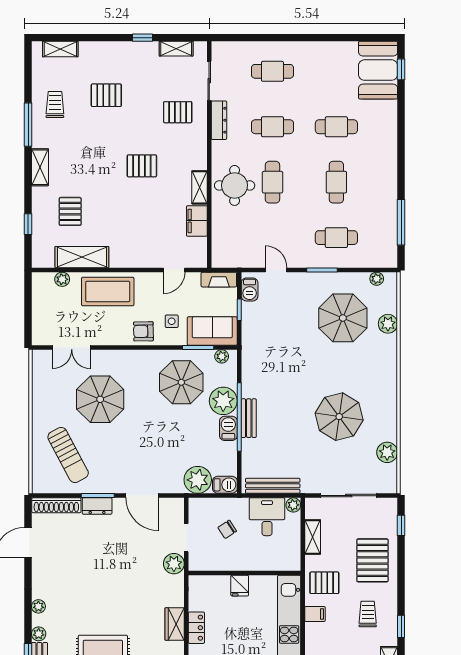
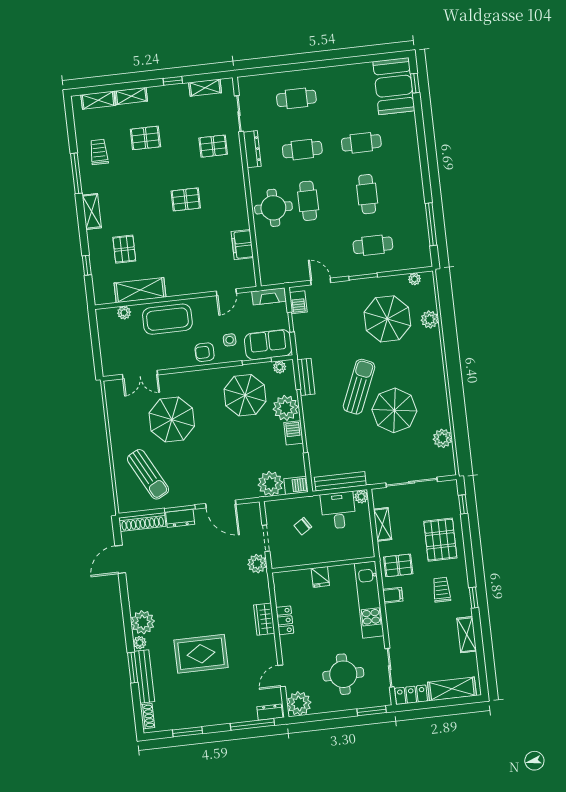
shelving: (200, 187) -> (131, 96), moved, turned 90
sun lounger: (304, 387) -> (359, 387), added
bench: (249, 418) -> (306, 377), moved
plant: (38, 606) -> (143, 622), width x1.87, depth x1.87

